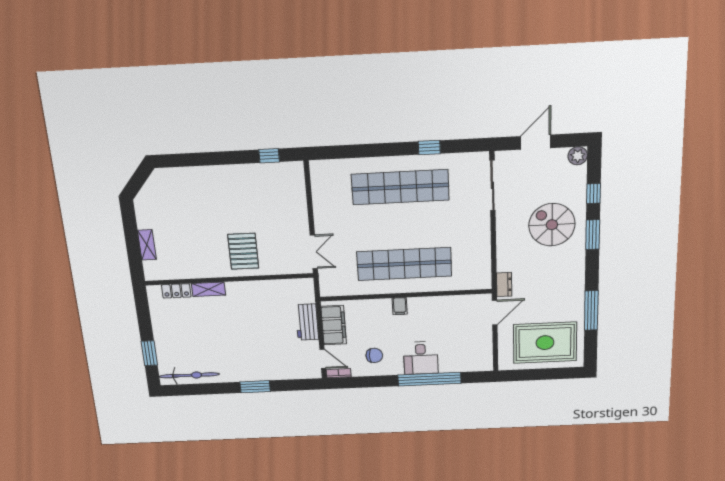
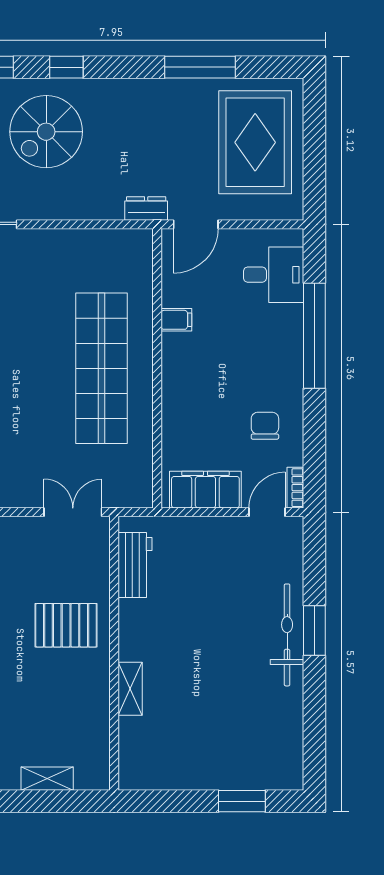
window: (593, 235) -> (66, 67), width x0.67
locker: (176, 291) -> (130, 742), removed
filing cabinet: (400, 306) -> (176, 320), moved
door: (495, 313) -> (196, 224), swing flipped
workbench: (307, 322) -> (135, 565), moved, turned -90
desk: (421, 358) -> (274, 275), moved
bicycle: (189, 375) -> (287, 635), moved

